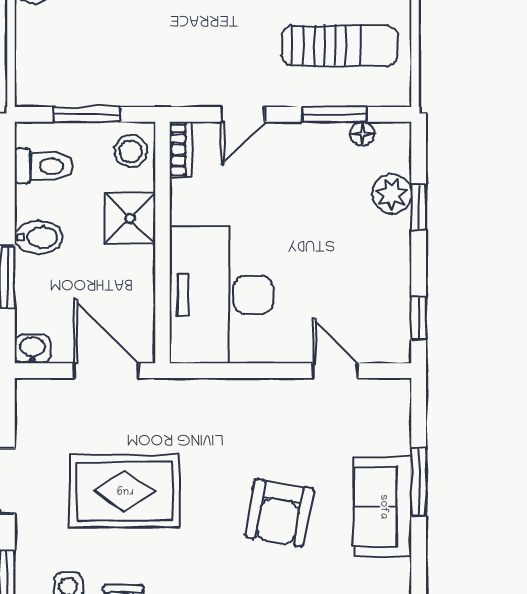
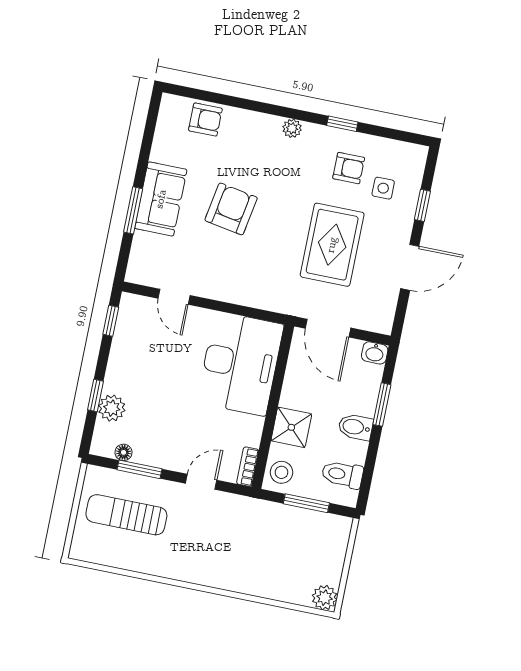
rug: (125, 491) -> (332, 245), turned 90

